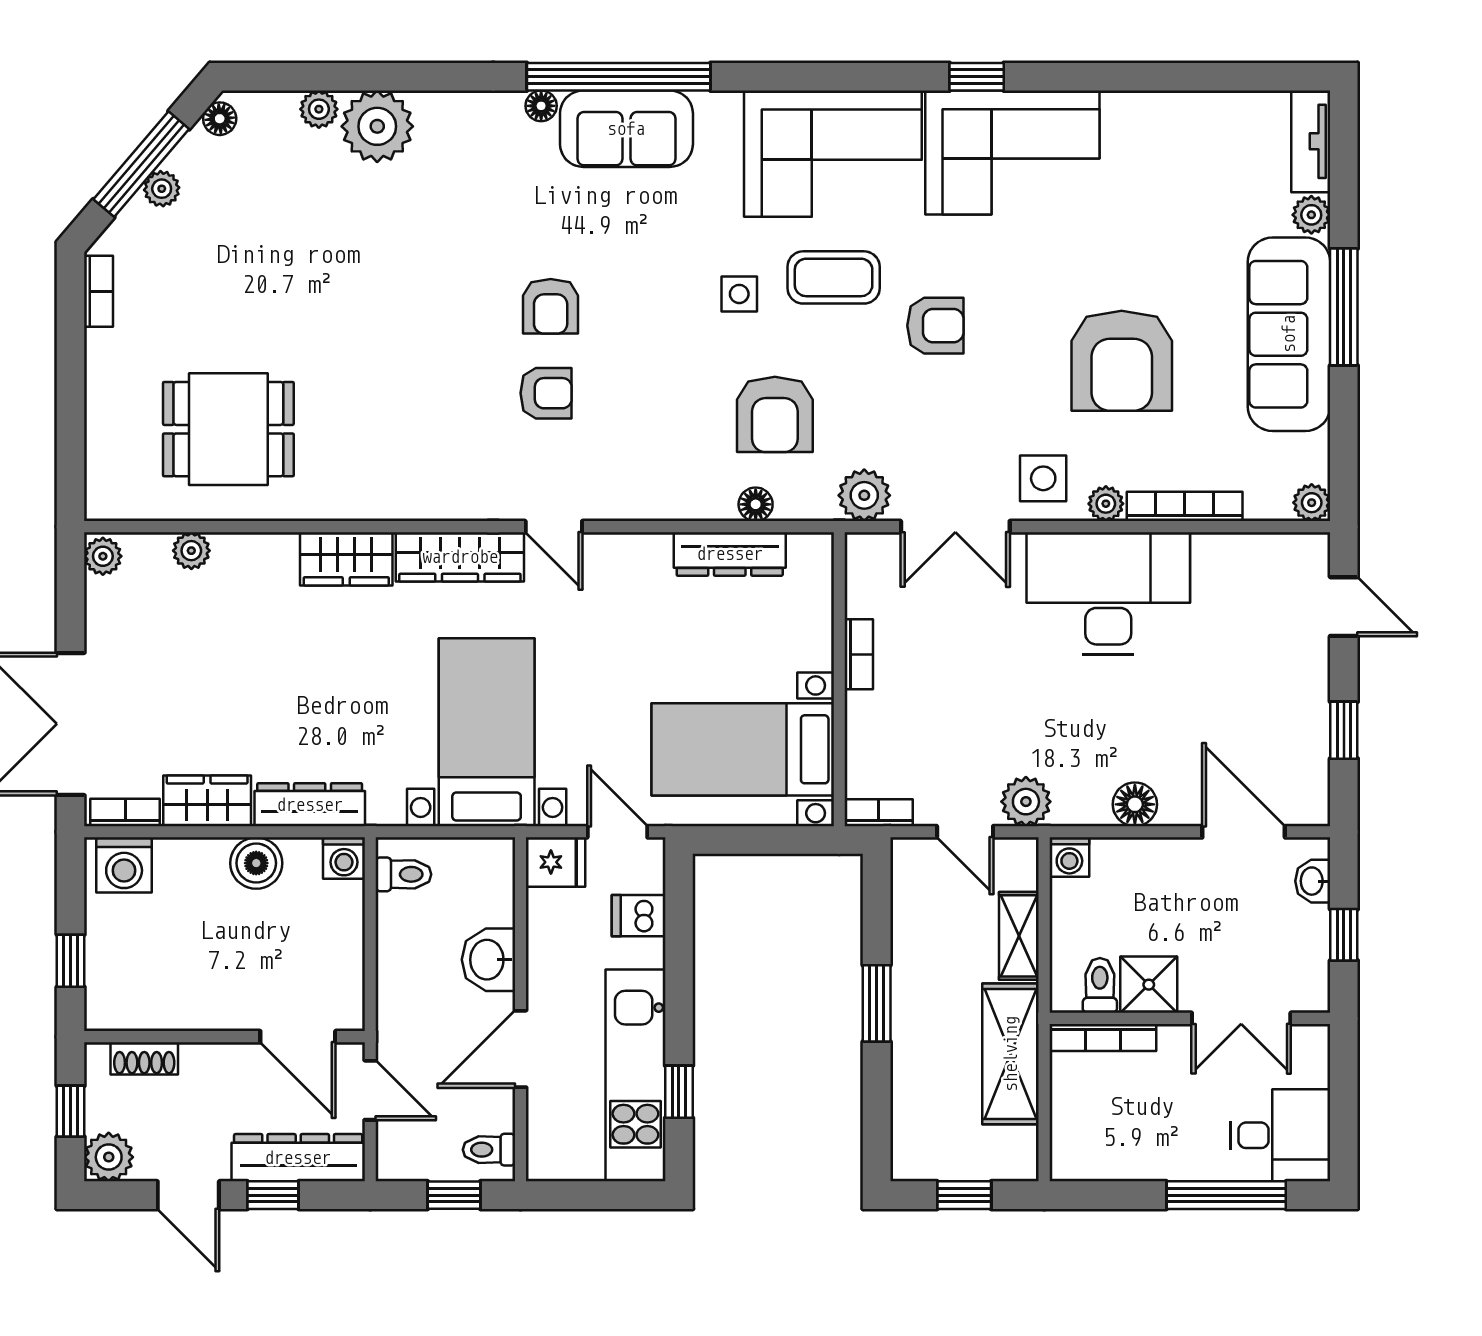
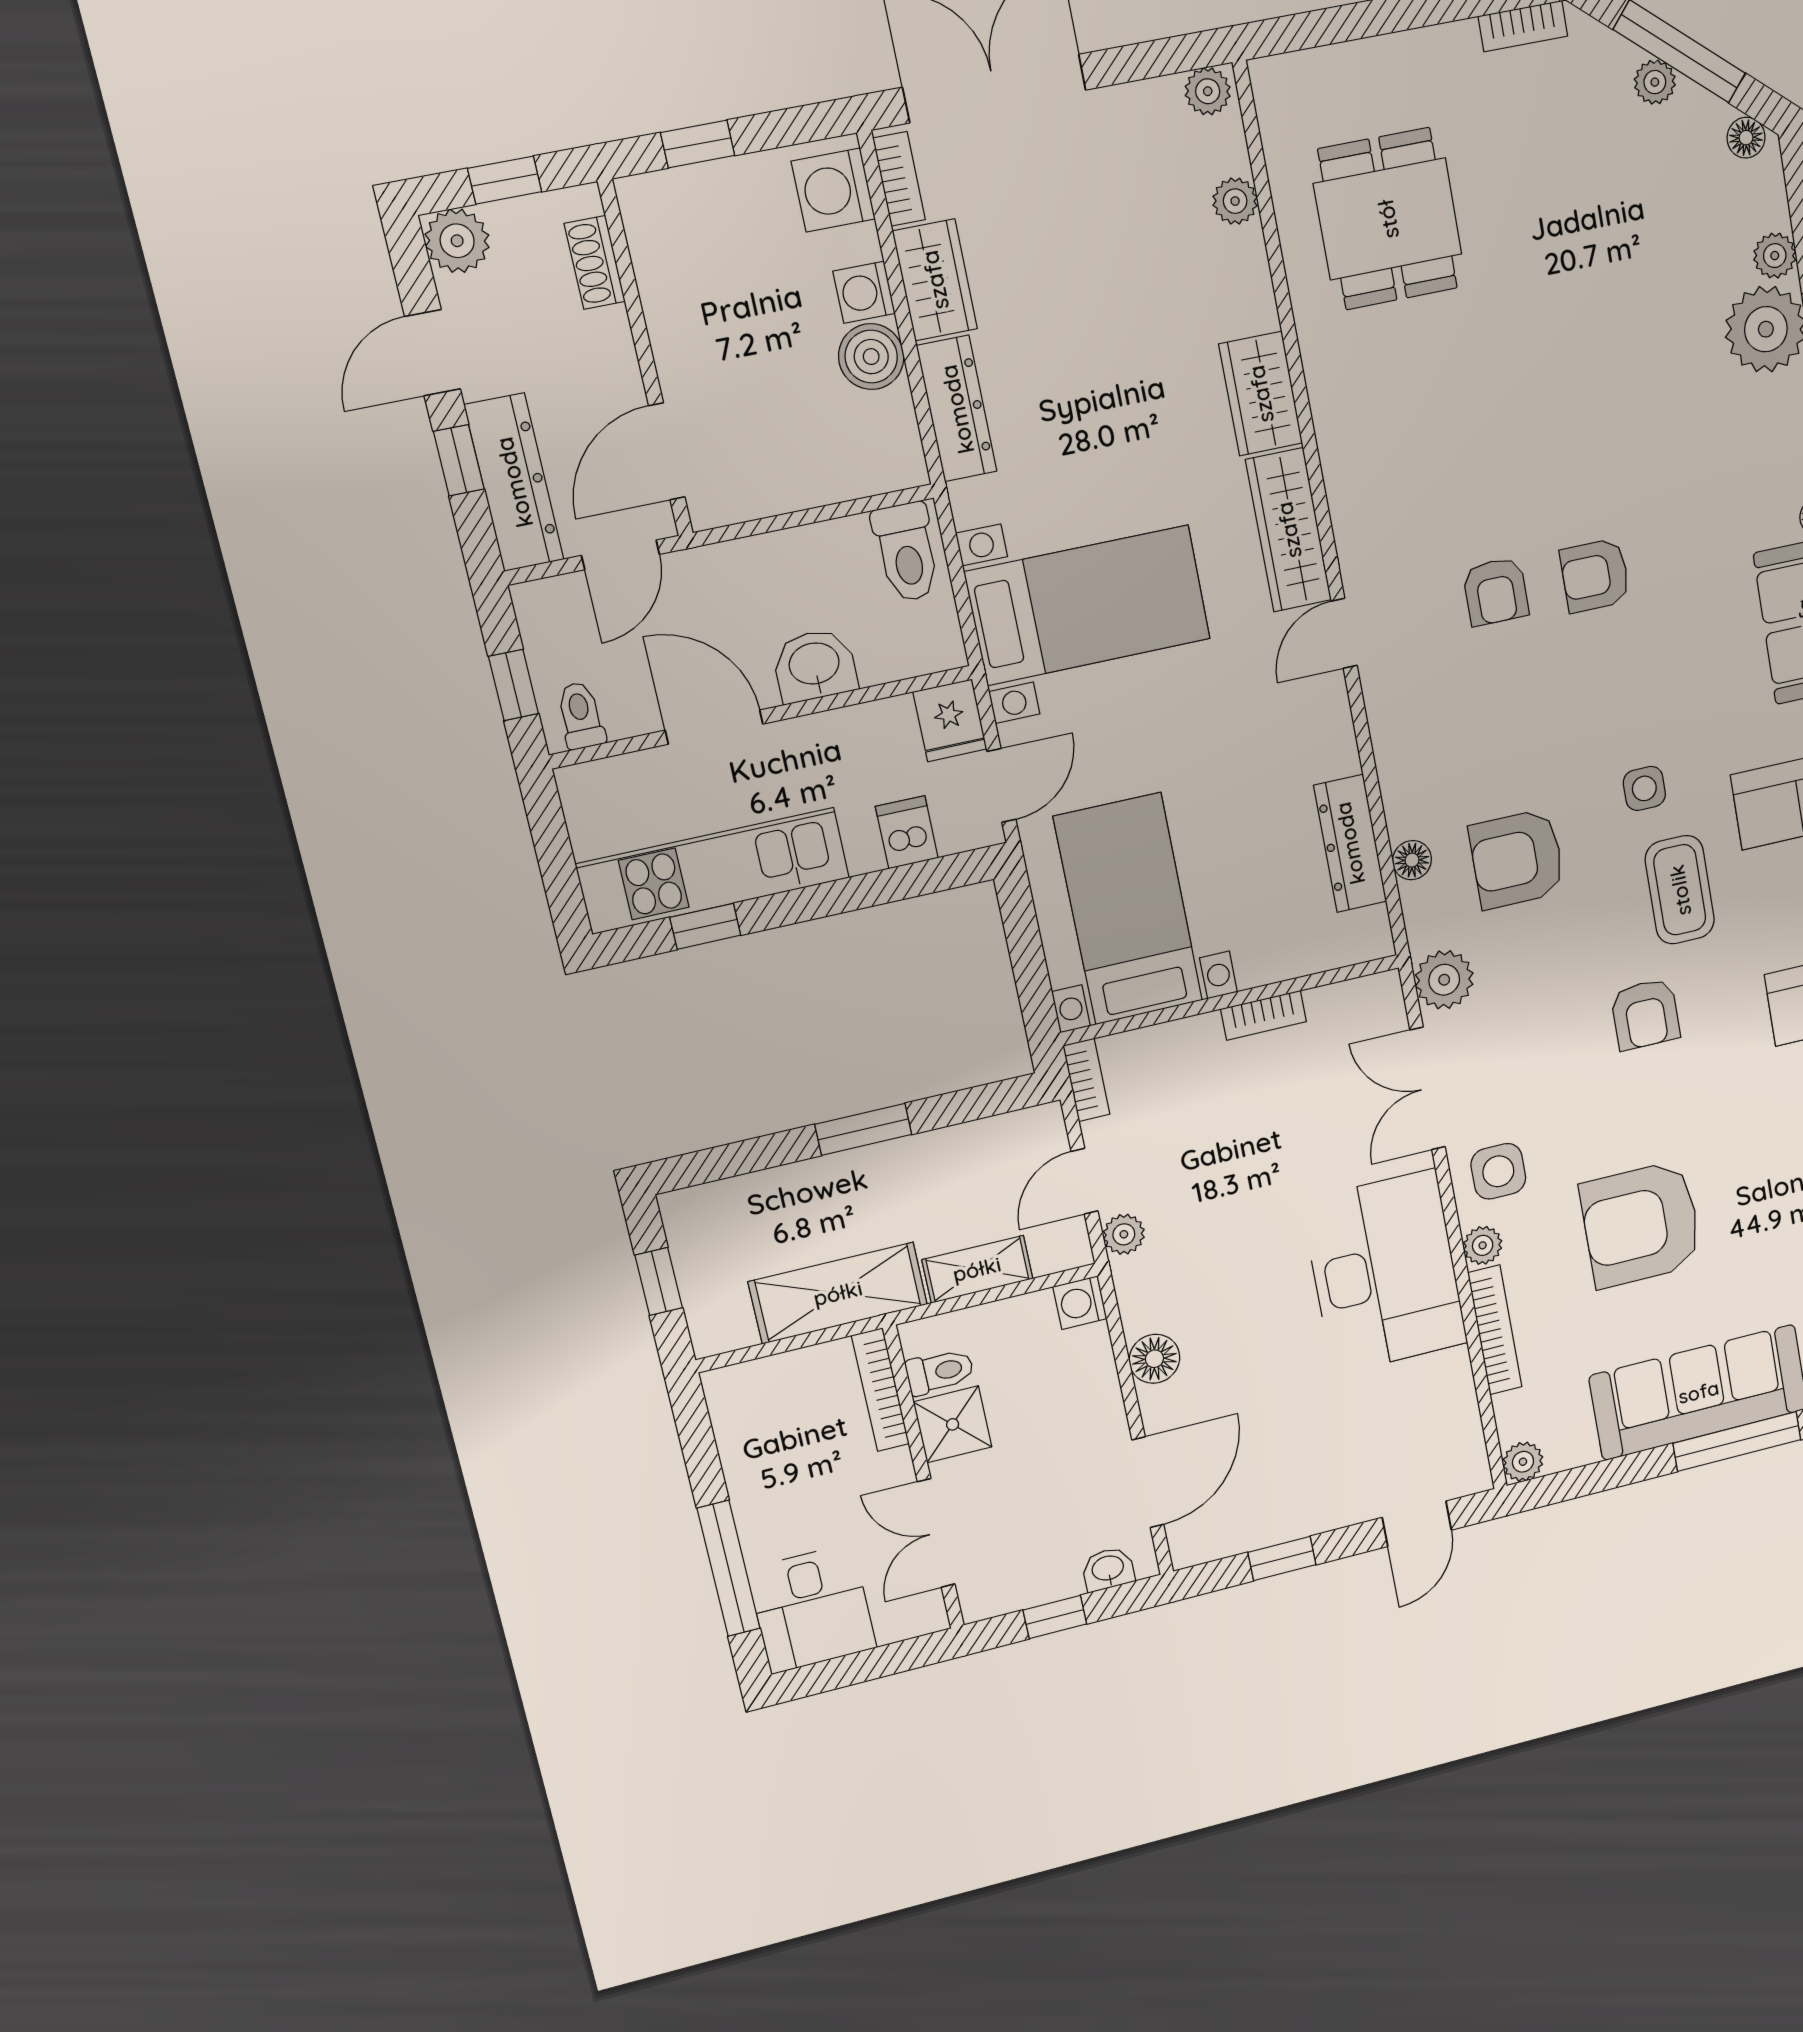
plant: (1026, 802) -> (1124, 1234), width x0.73, depth x0.73
washing machine: (344, 858) -> (864, 292), moved
toilet: (403, 874) -> (907, 552), width x1.37, depth x1.39

